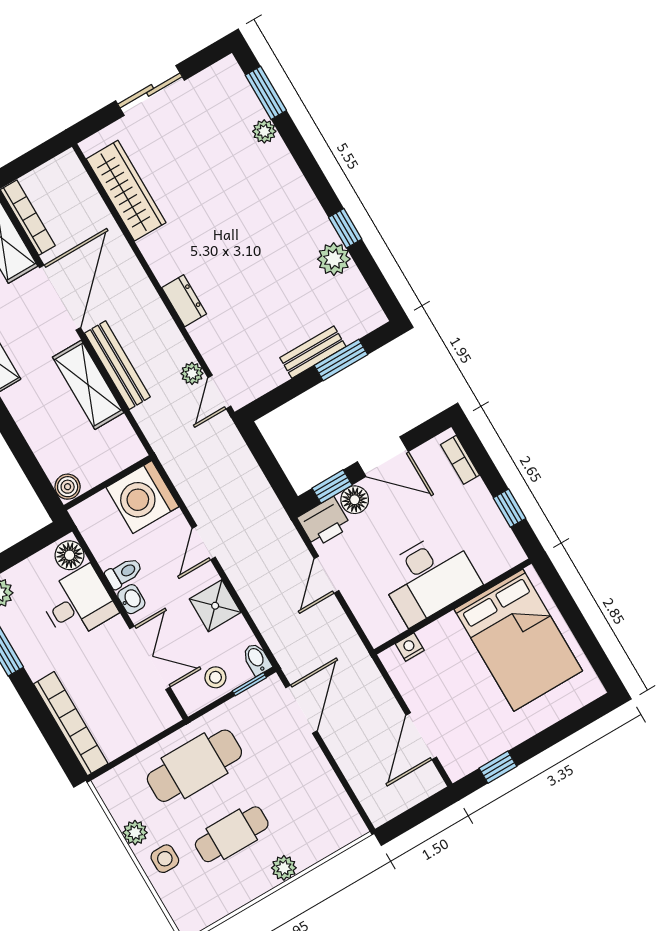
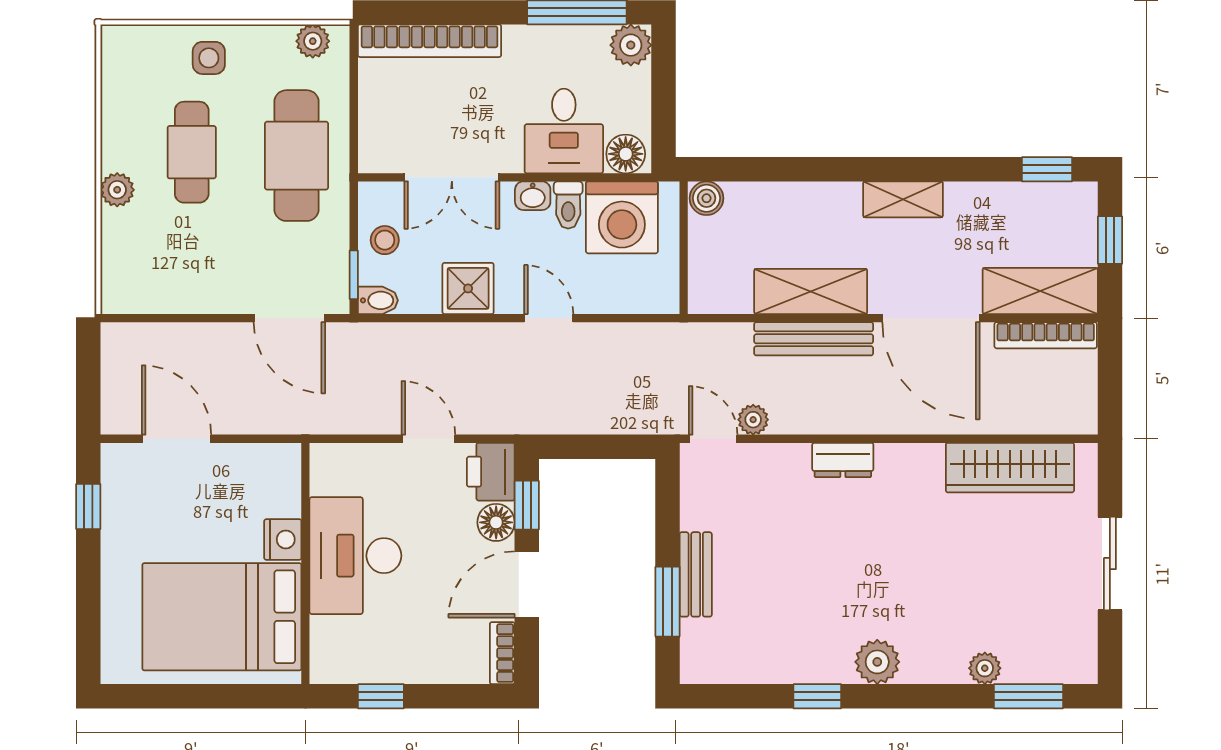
plant: (334, 259) -> (877, 662), moved
bookcase: (460, 460) -> (502, 653), moved, turned -90
washing machine: (142, 497) -> (622, 217), moved, turned 180
nightstand: (410, 647) -> (283, 539), moved, width x1.39, depth x1.35
plant: (135, 833) -> (313, 41), moved

